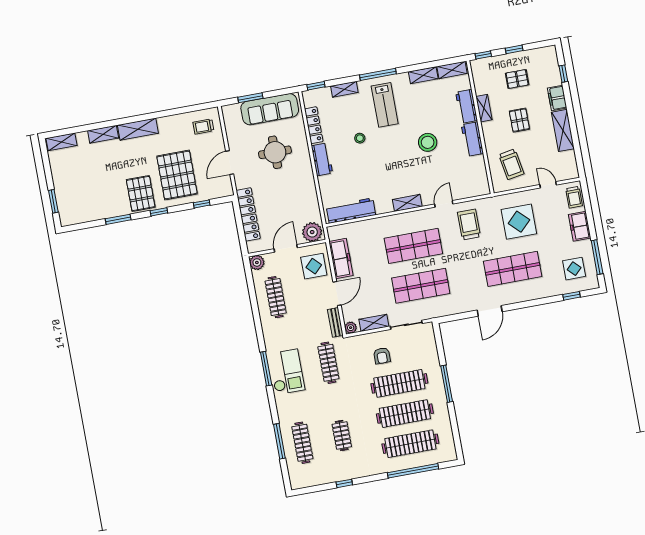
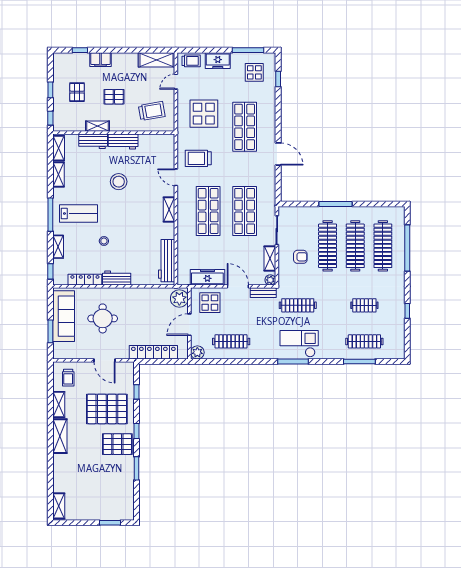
shelving: (563, 130) -> (157, 60), moved
shelving: (103, 134) -> (59, 404), moved
door: (286, 248) -> (189, 325), hinge flipped

